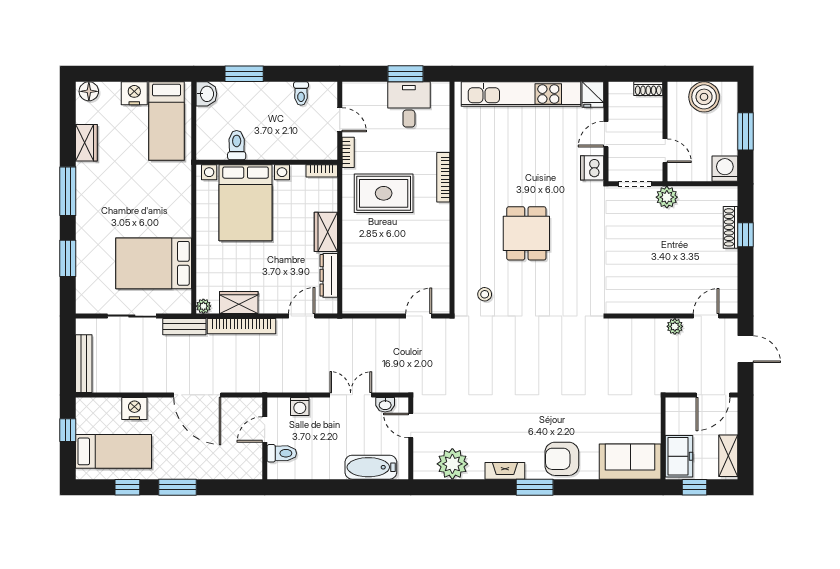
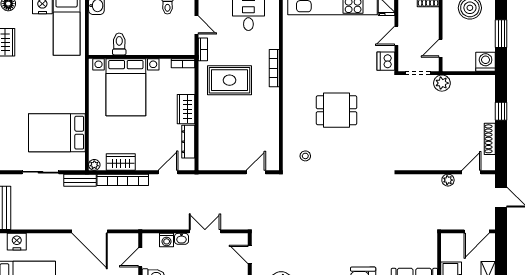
door: (665, 151) -> (441, 48), swing flipped
shoe rack: (731, 227) -> (490, 139), moved
dining table: (526, 233) -> (337, 110), turned 90
washbasin: (385, 405) -> (181, 239), moved
nightstand: (134, 408) -> (17, 242), moved

